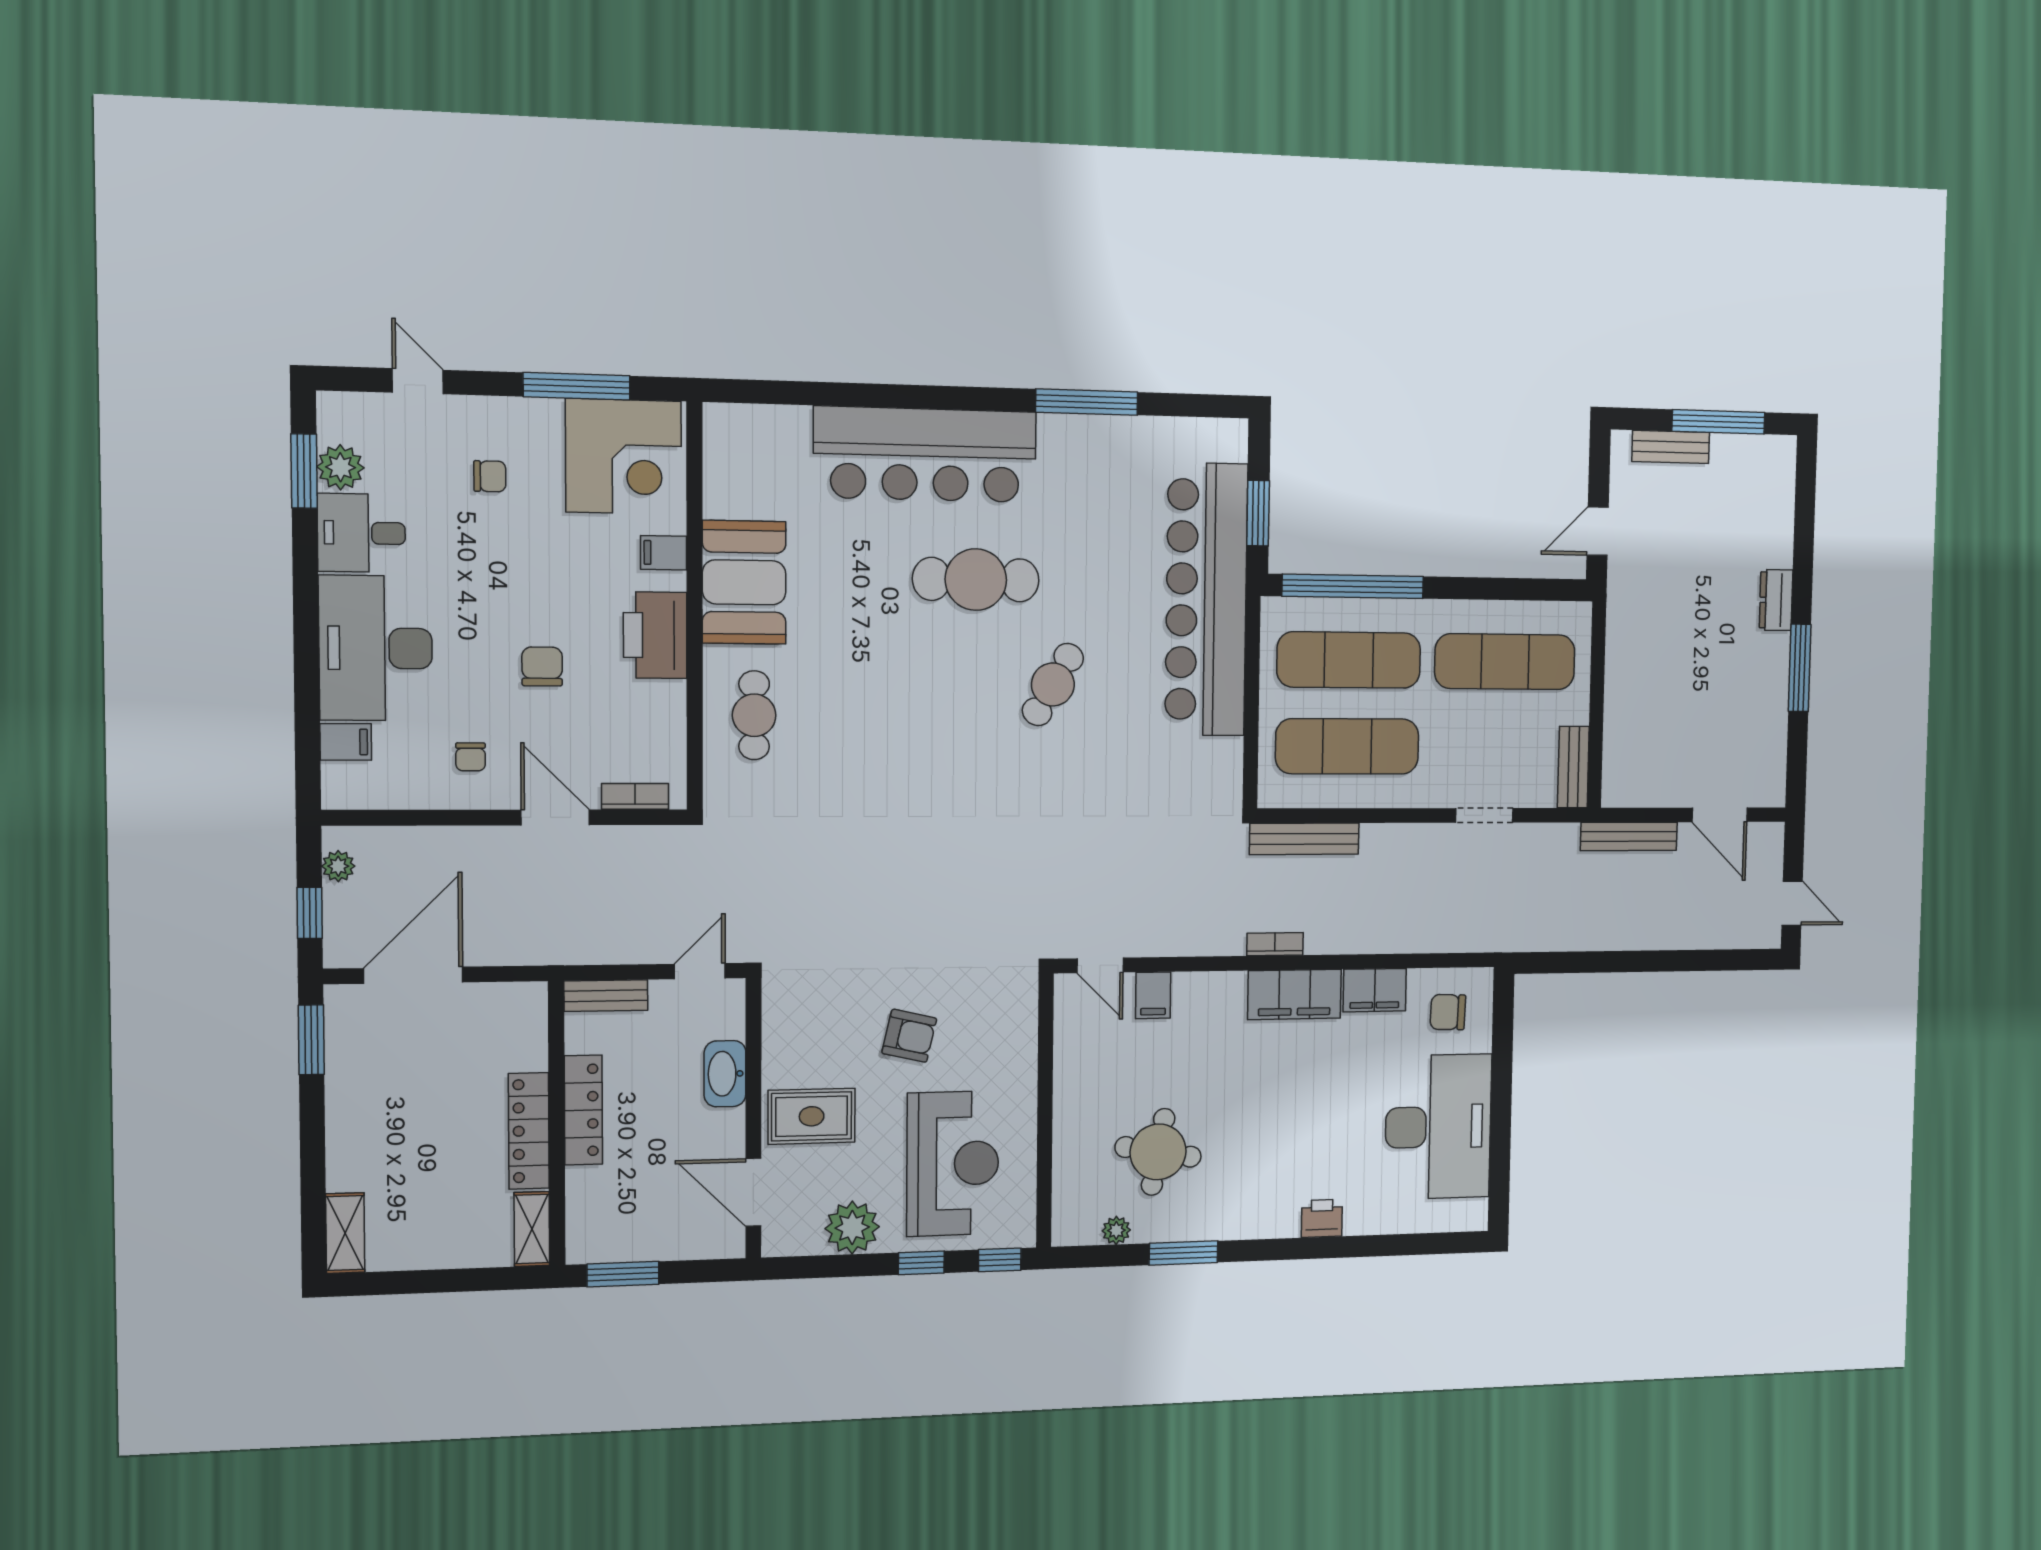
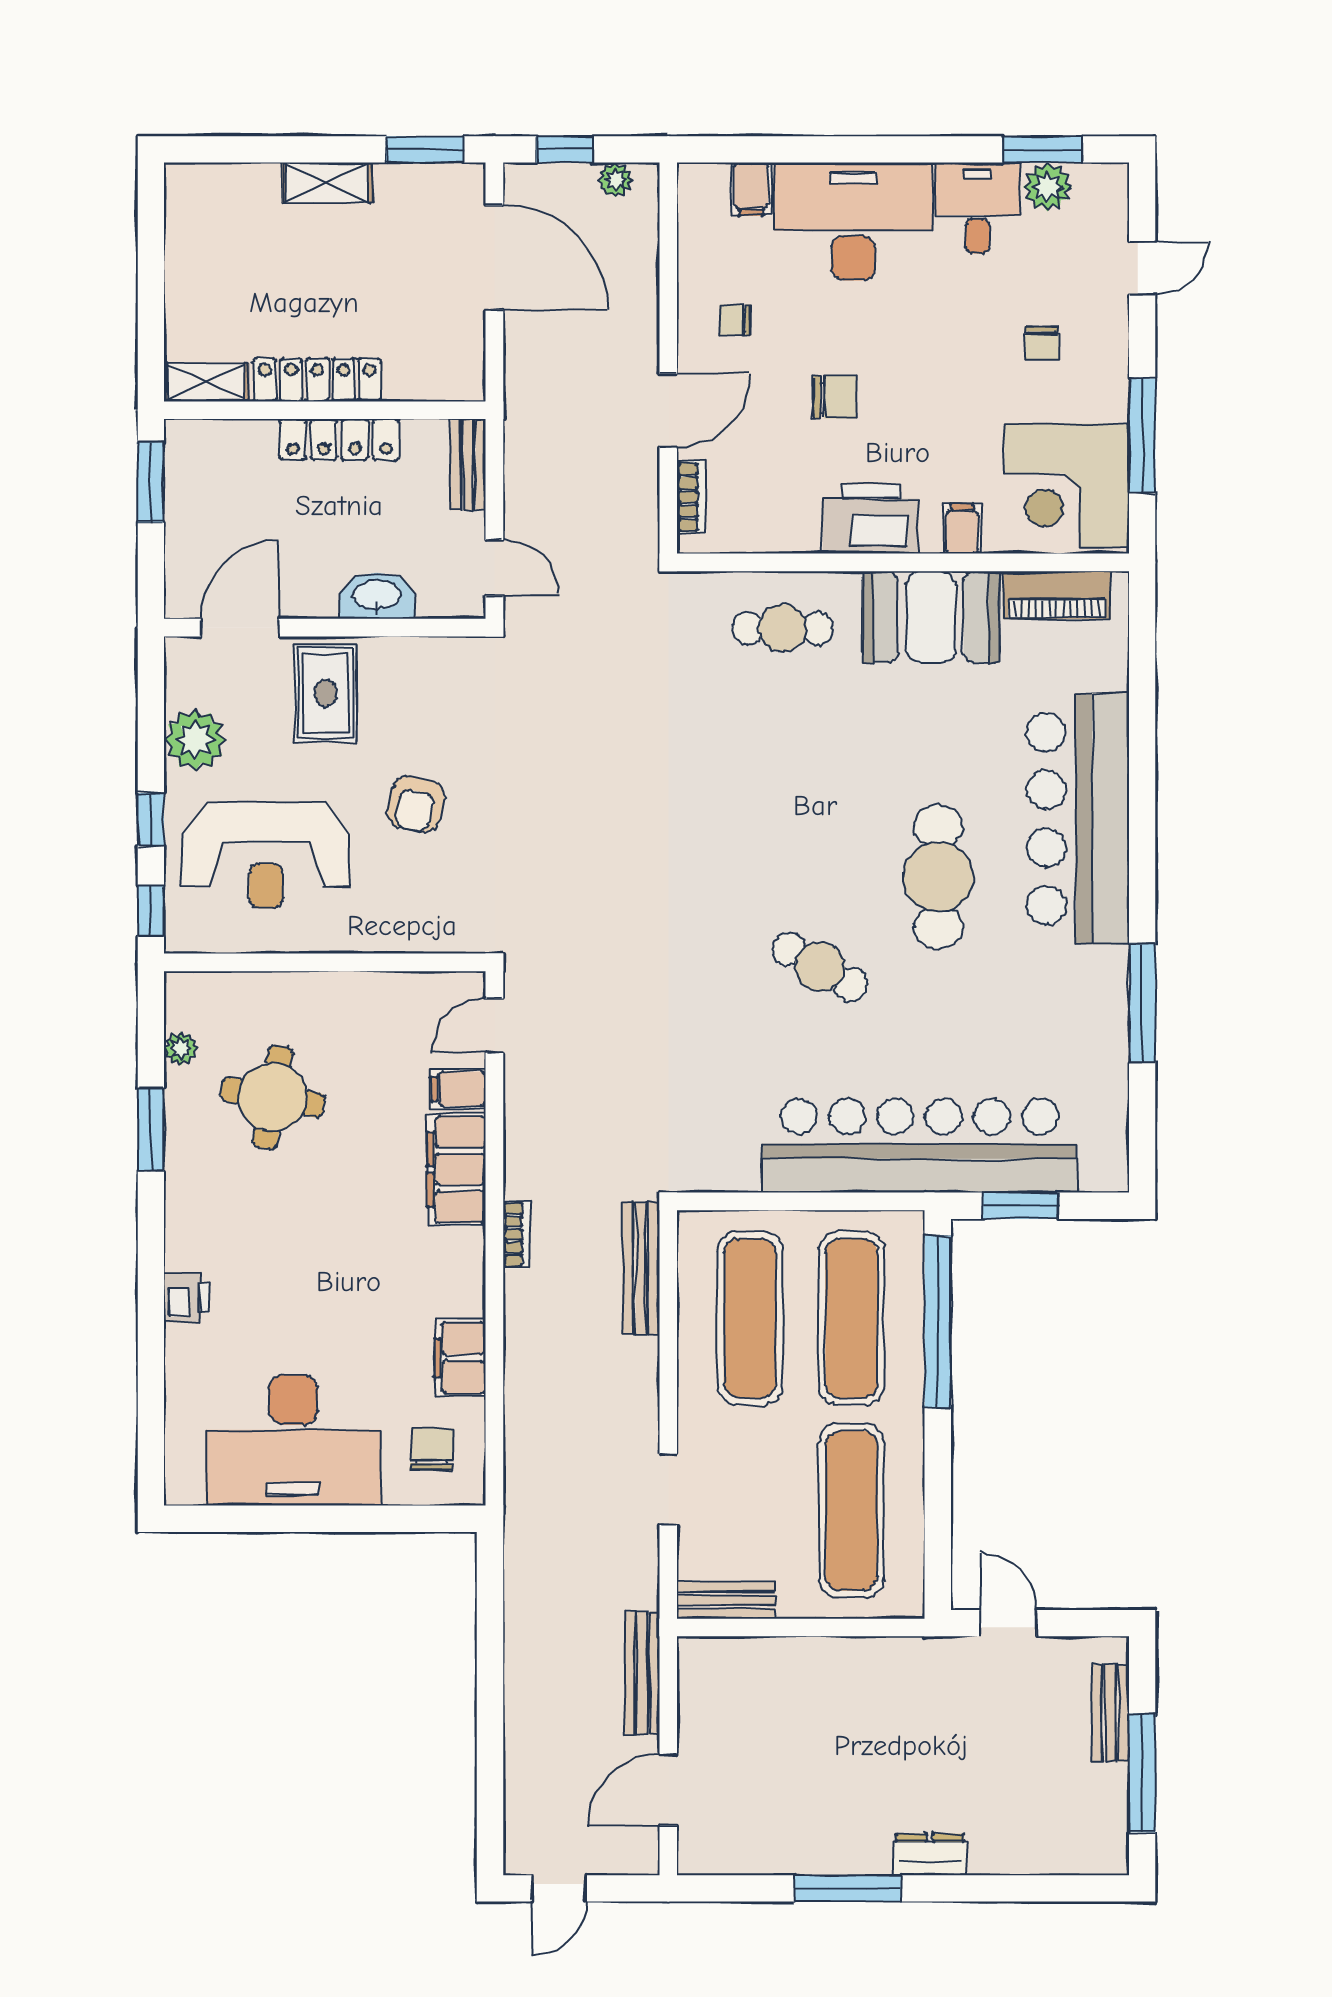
piano: (724, 468) -> (1057, 595), added
filing cabinet: (1294, 995) -> (456, 1169), moved
shelving: (345, 1233) -> (327, 183), moved

